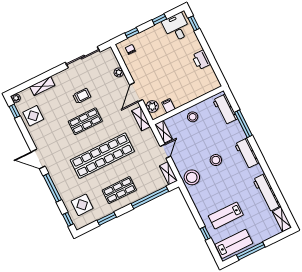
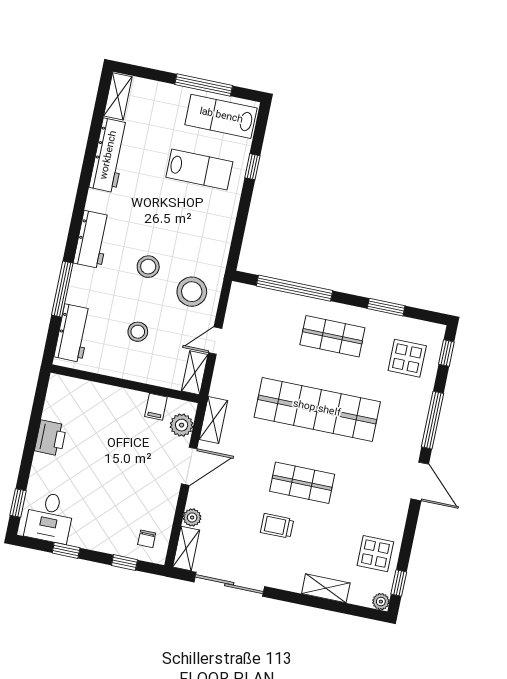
stool: (193, 117) -> (138, 332), moved
shelving: (168, 173) -> (186, 548), moved
stool: (192, 177) -> (192, 292), moved

